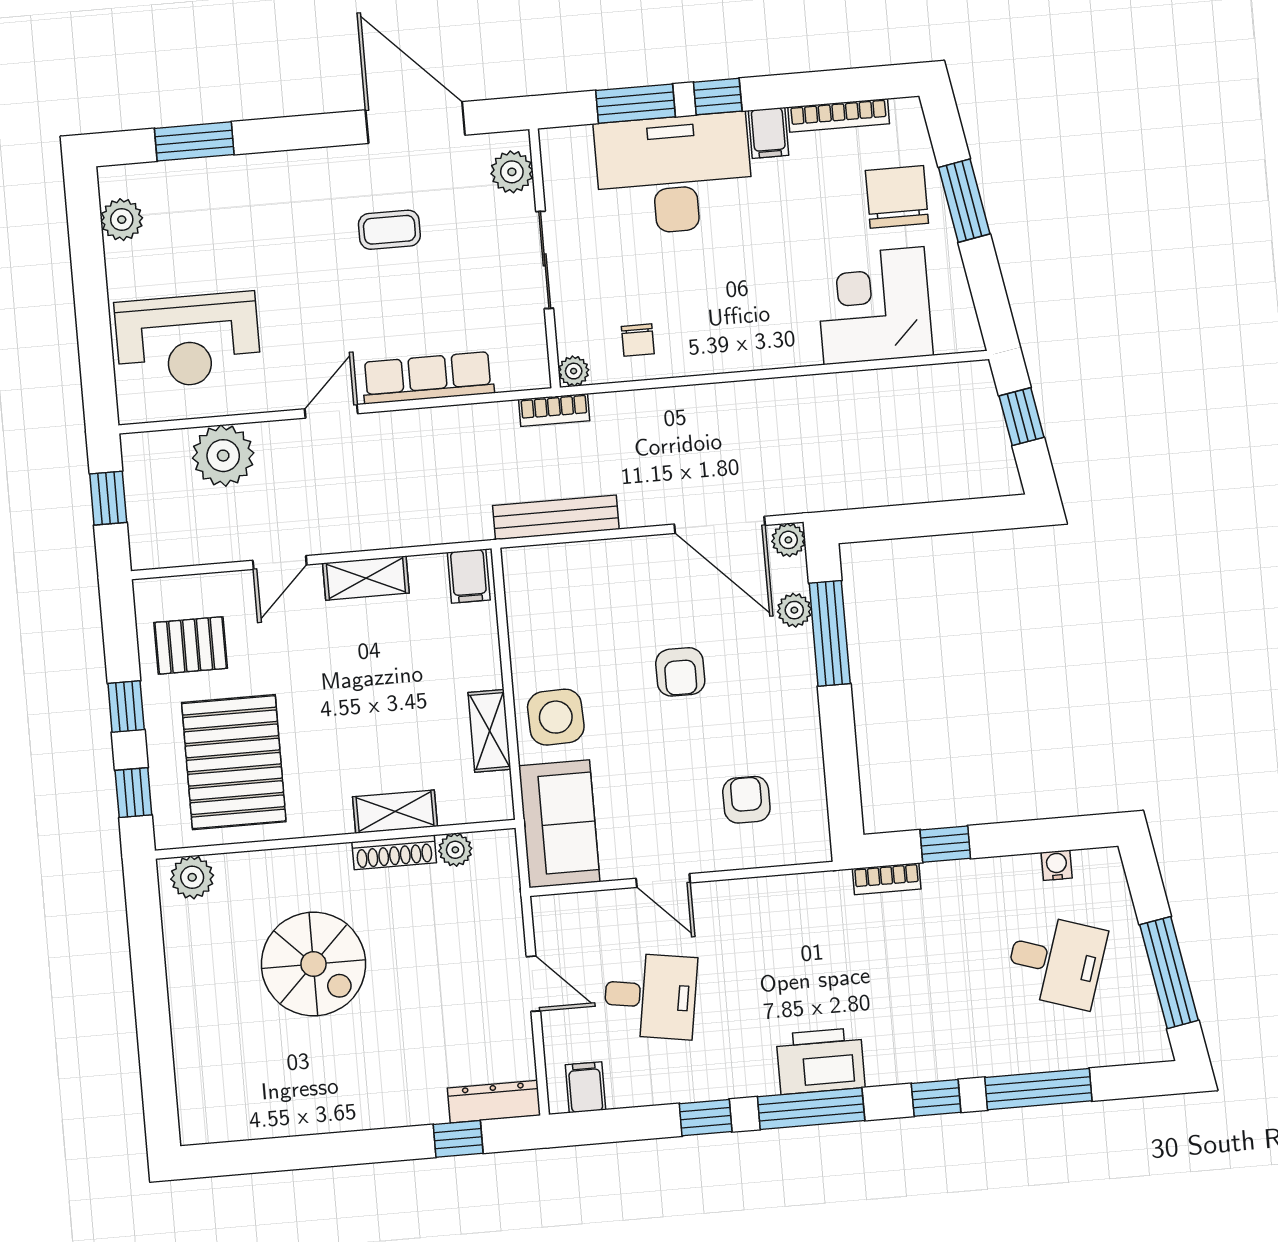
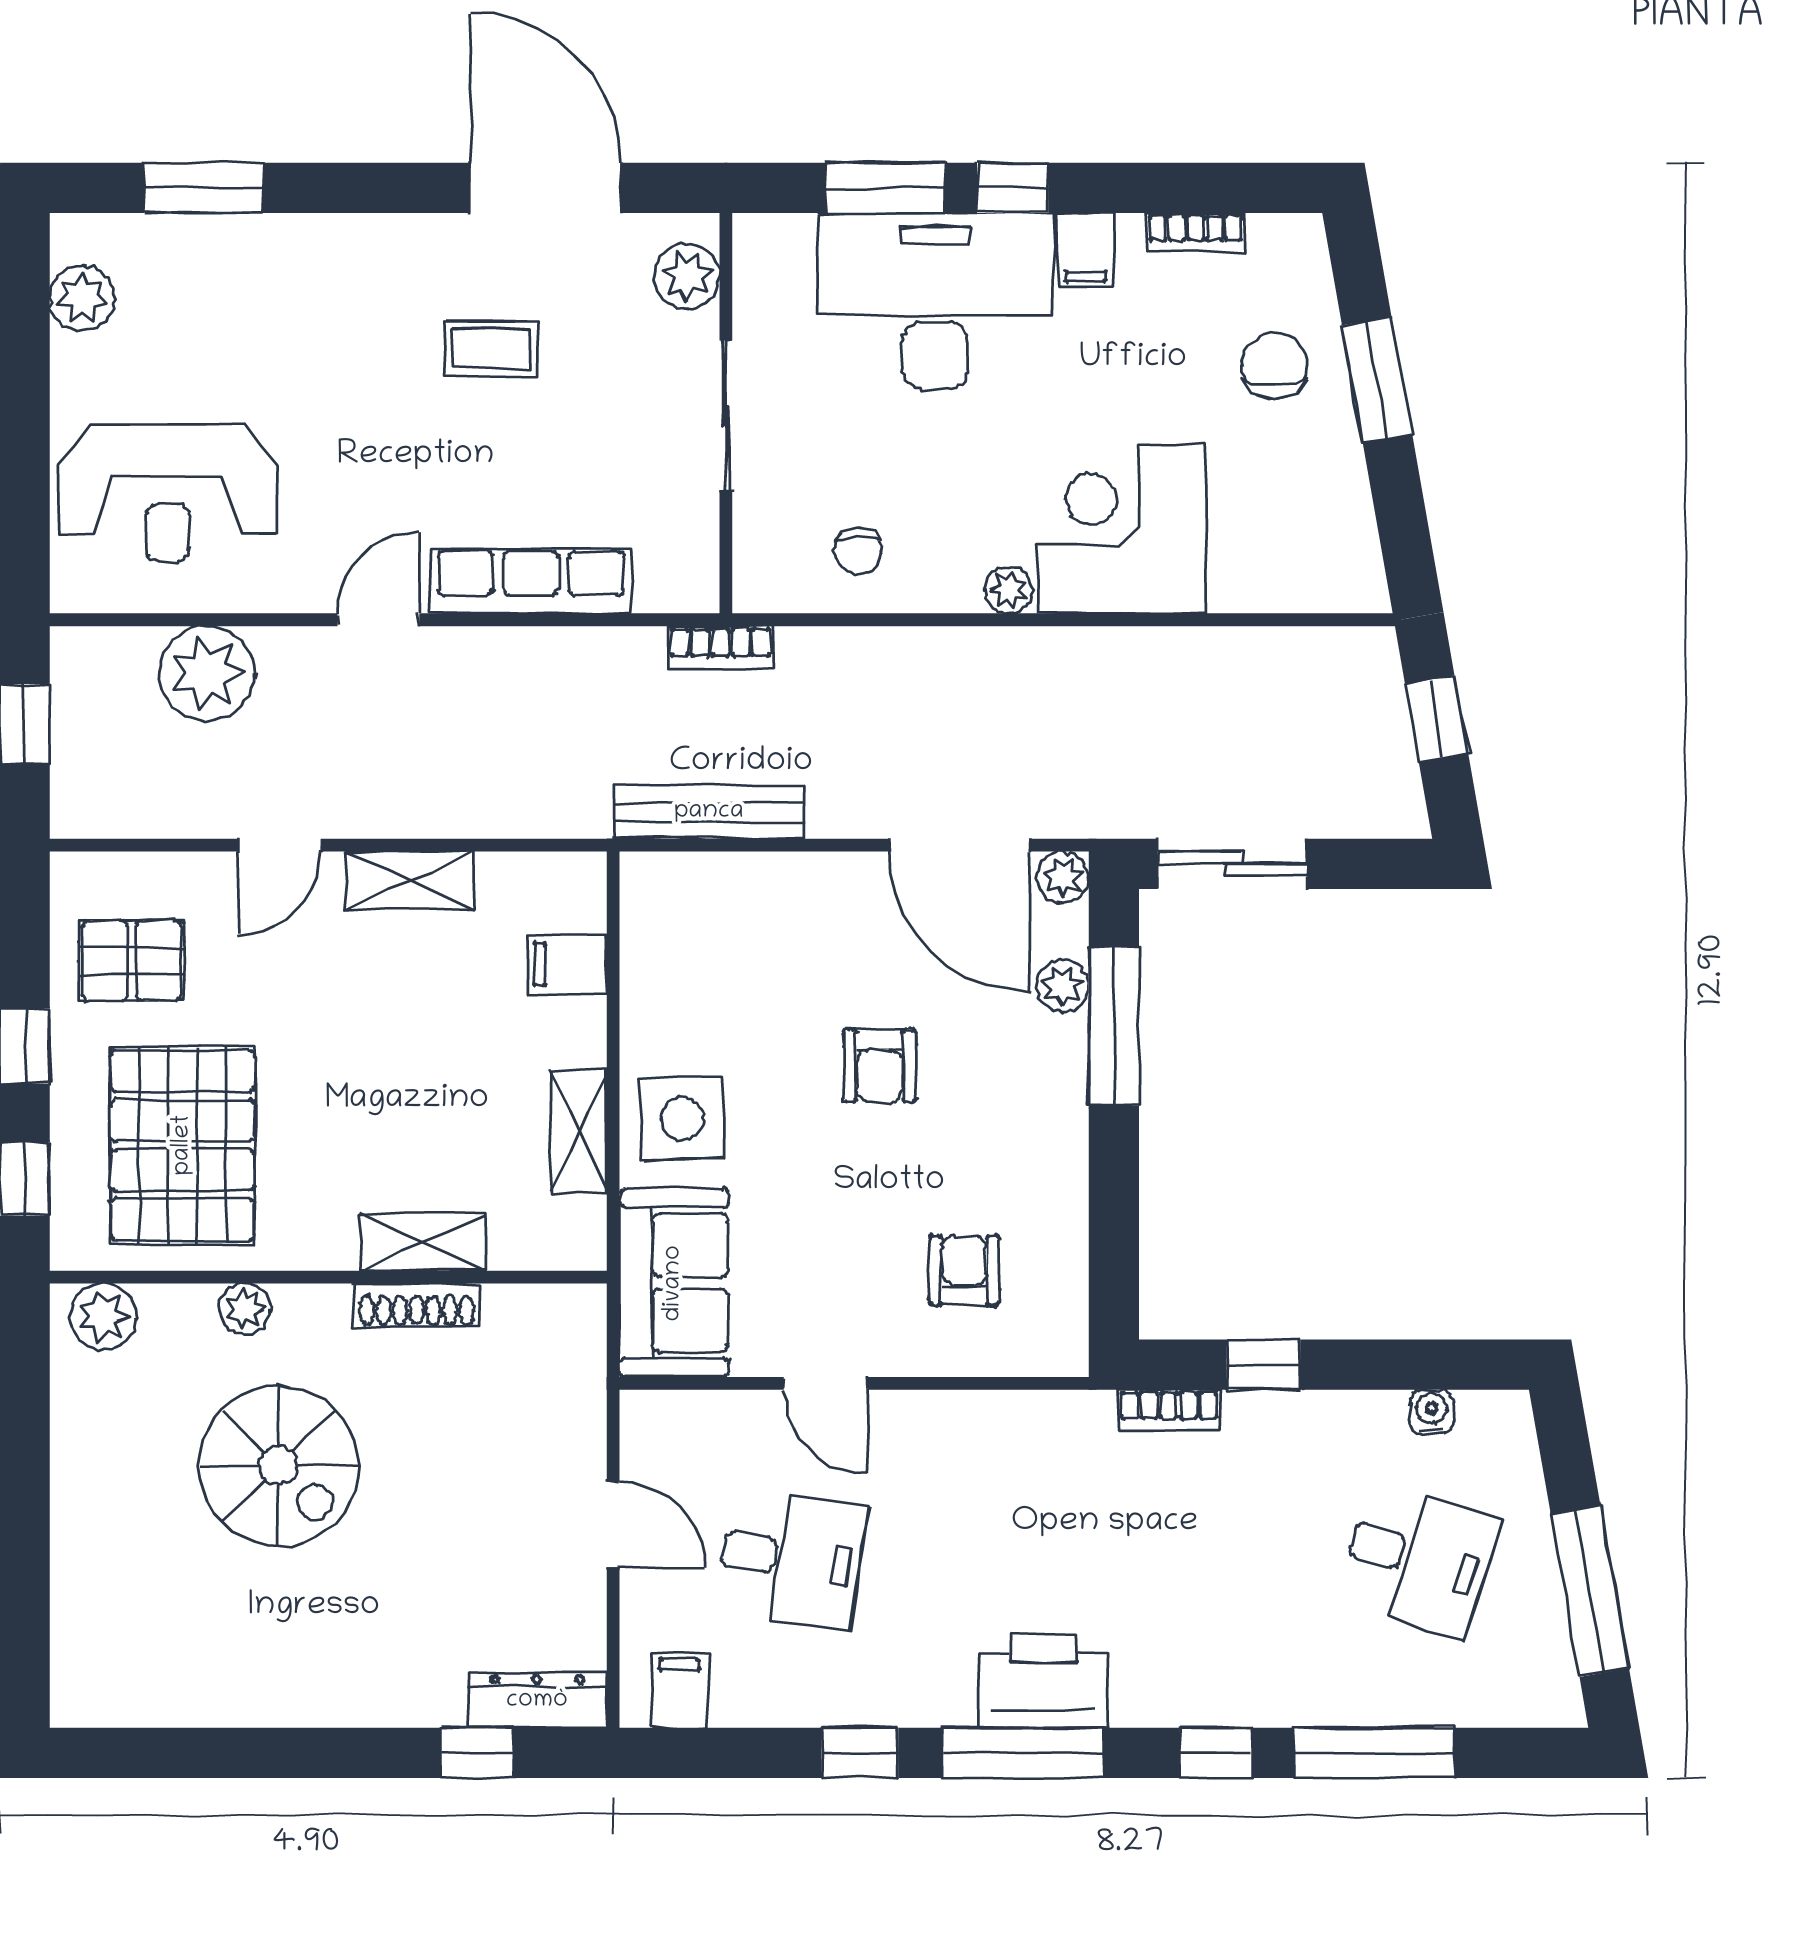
bookcase: (839, 115) -> (1196, 233), width x0.64
chair: (897, 197) -> (1274, 365), width x0.73, depth x0.73
corner desk: (874, 306) -> (1122, 529), moved
plant: (574, 371) -> (1009, 590), moved
sliding door: (897, 522) -> (1232, 864), added
filing cabinet: (469, 576) -> (567, 964), moved, turned 90
plant: (455, 850) -> (245, 1309), moved

